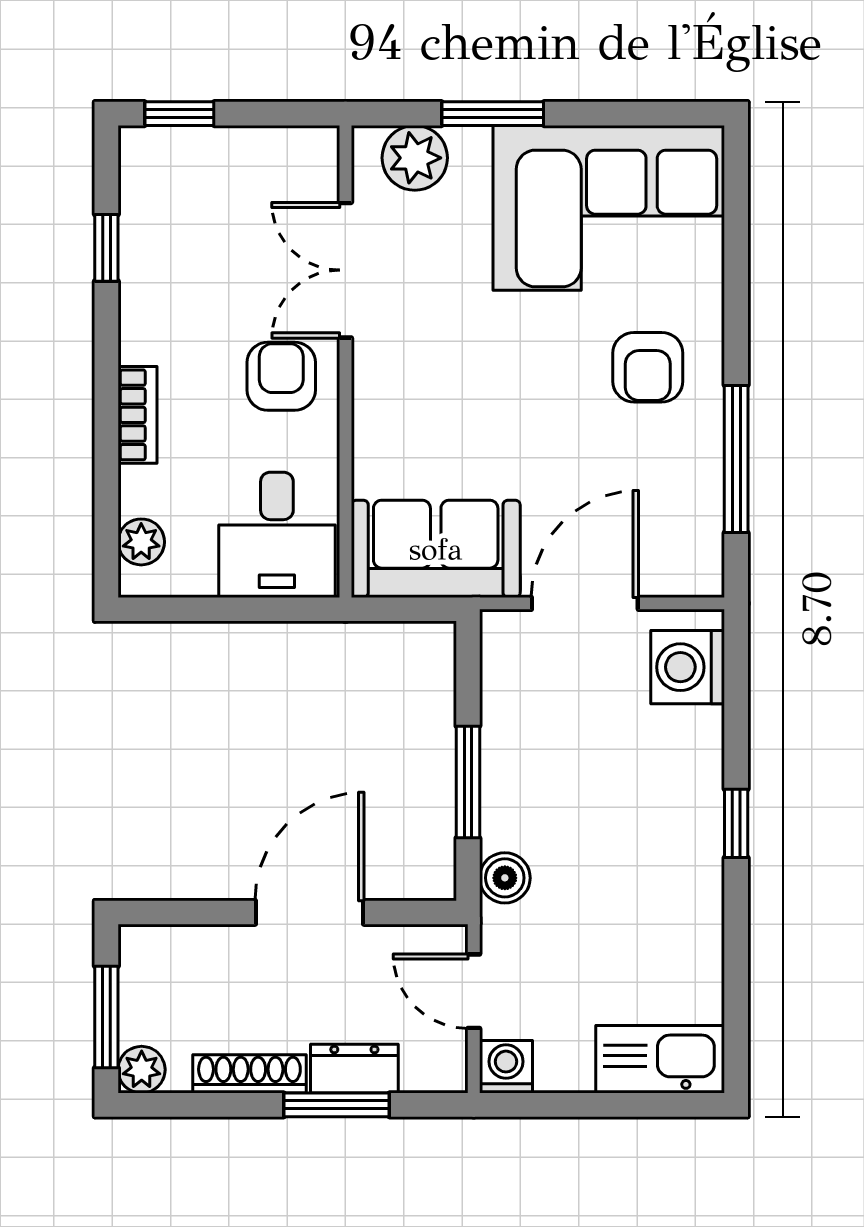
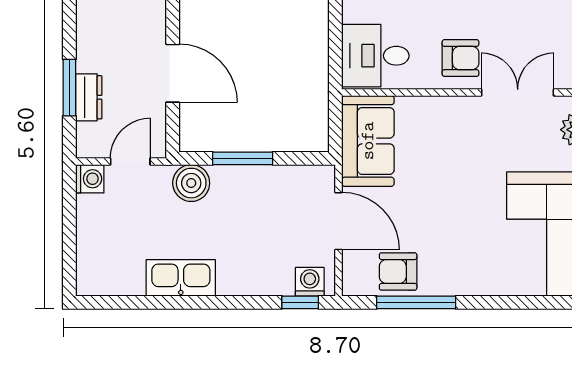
armchair: (648, 367) -> (398, 271), moved
washing machine: (688, 667) -> (310, 282), width x0.73, depth x0.73
window: (736, 823) -> (300, 302), moved
boiler: (505, 878) -> (191, 183), width x1.36, depth x1.36
kitchen sink: (660, 1059) -> (181, 278), moved, turned -90
shoe rack: (249, 1074) -> (86, 41), removed

